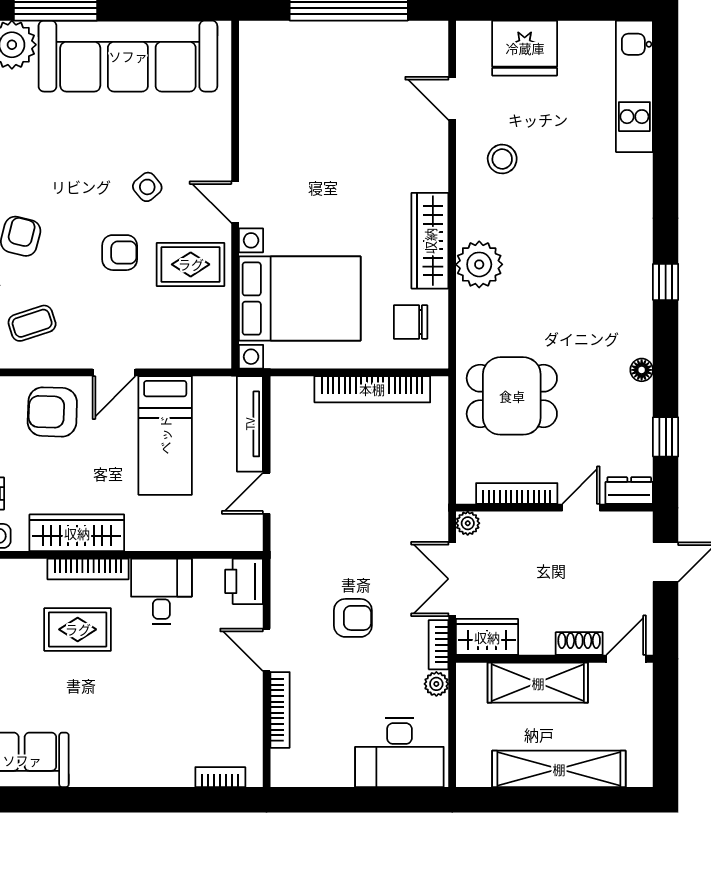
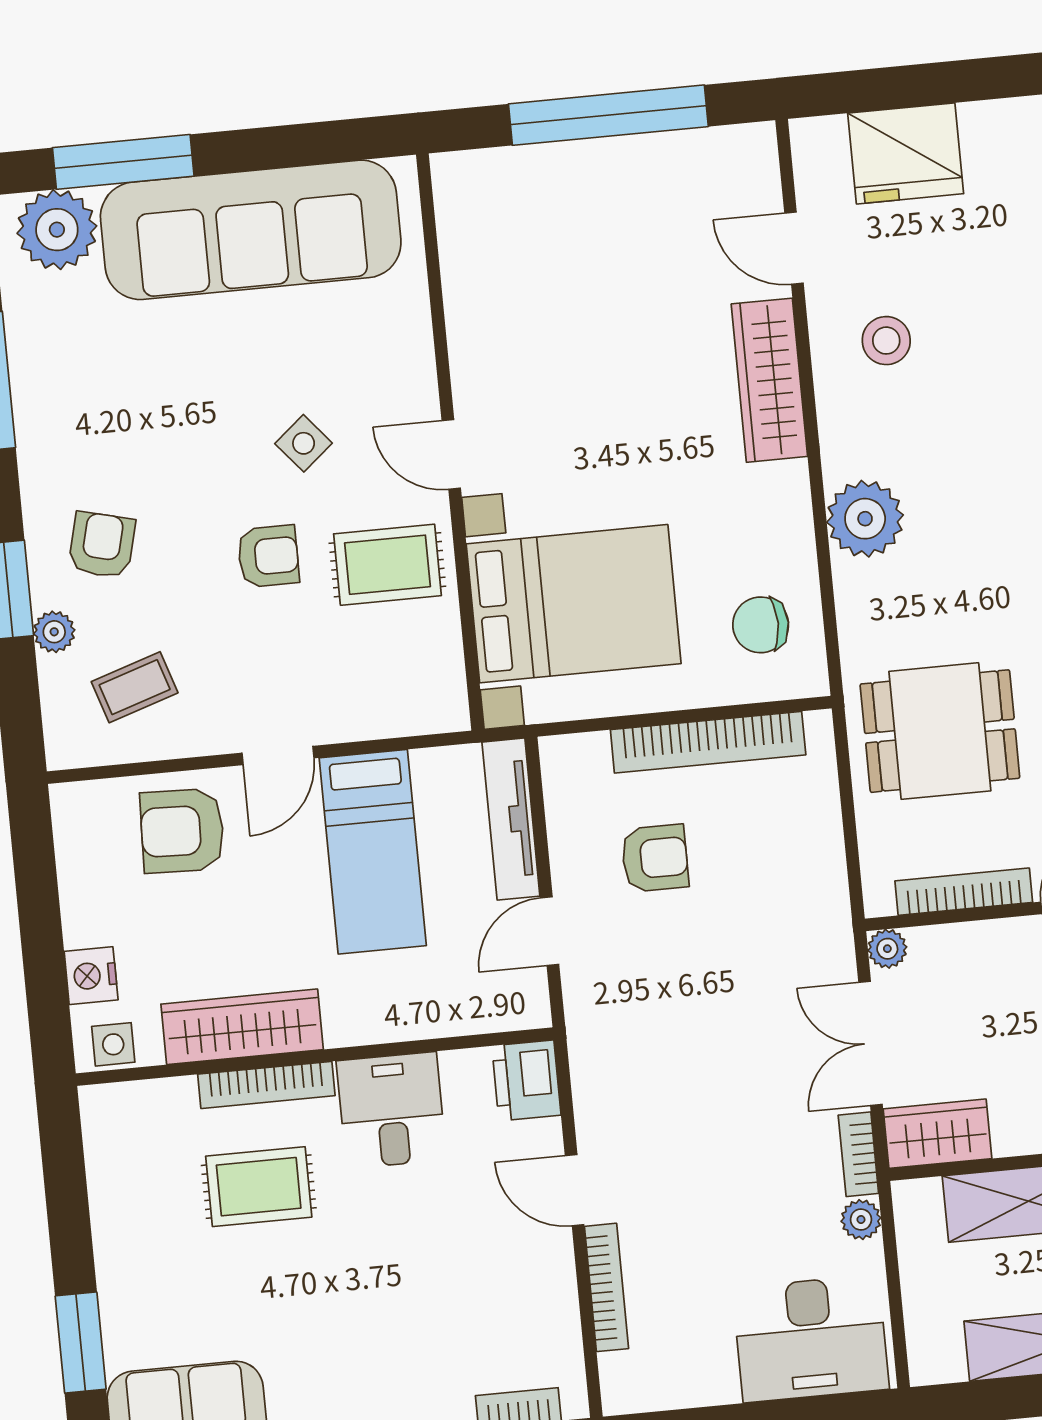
wardrobe: (430, 241) -> (769, 380), moved
armchair: (353, 618) -> (655, 858), moved

